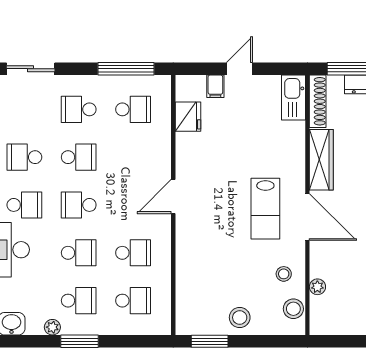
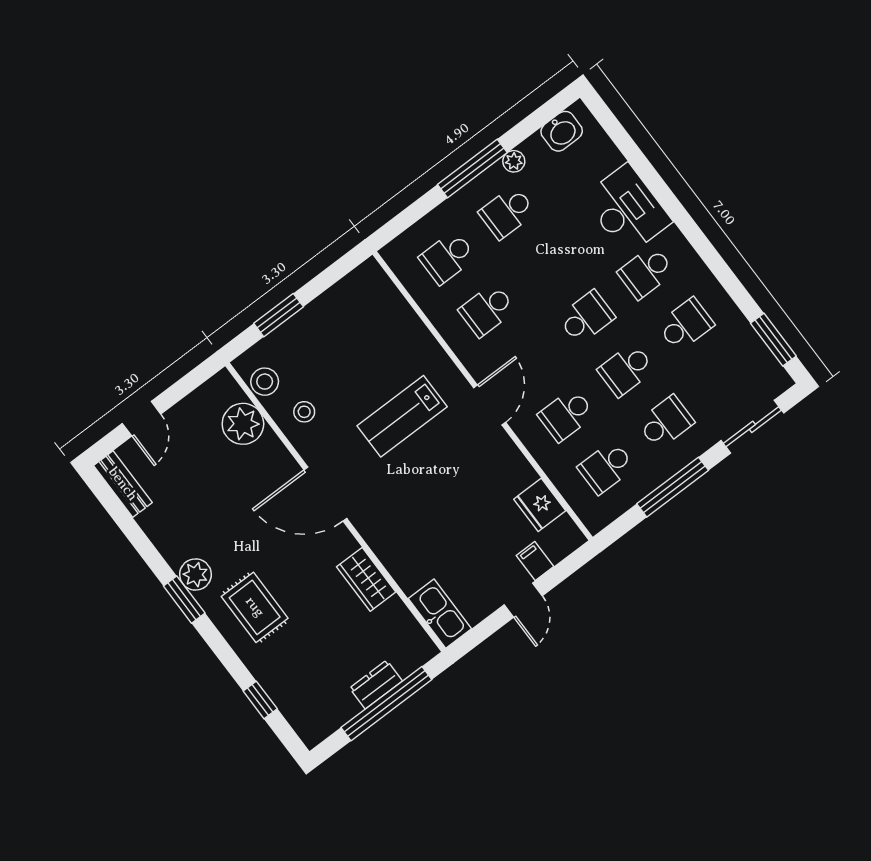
window: (126, 69) -> (673, 487), moved
shoe rack: (318, 101) -> (410, 629), removed
wardrobe: (321, 160) -> (366, 579), width x0.67
lab bench: (265, 209) -> (402, 416), moved, turned -90
school desk: (79, 253) -> (566, 415), moved
plant: (317, 287) -> (243, 424), width x1.87, depth x1.87
stool: (240, 317) -> (316, 327), removed
window: (80, 341) -> (472, 168), width x1.44
window: (210, 341) -> (279, 315), moved

